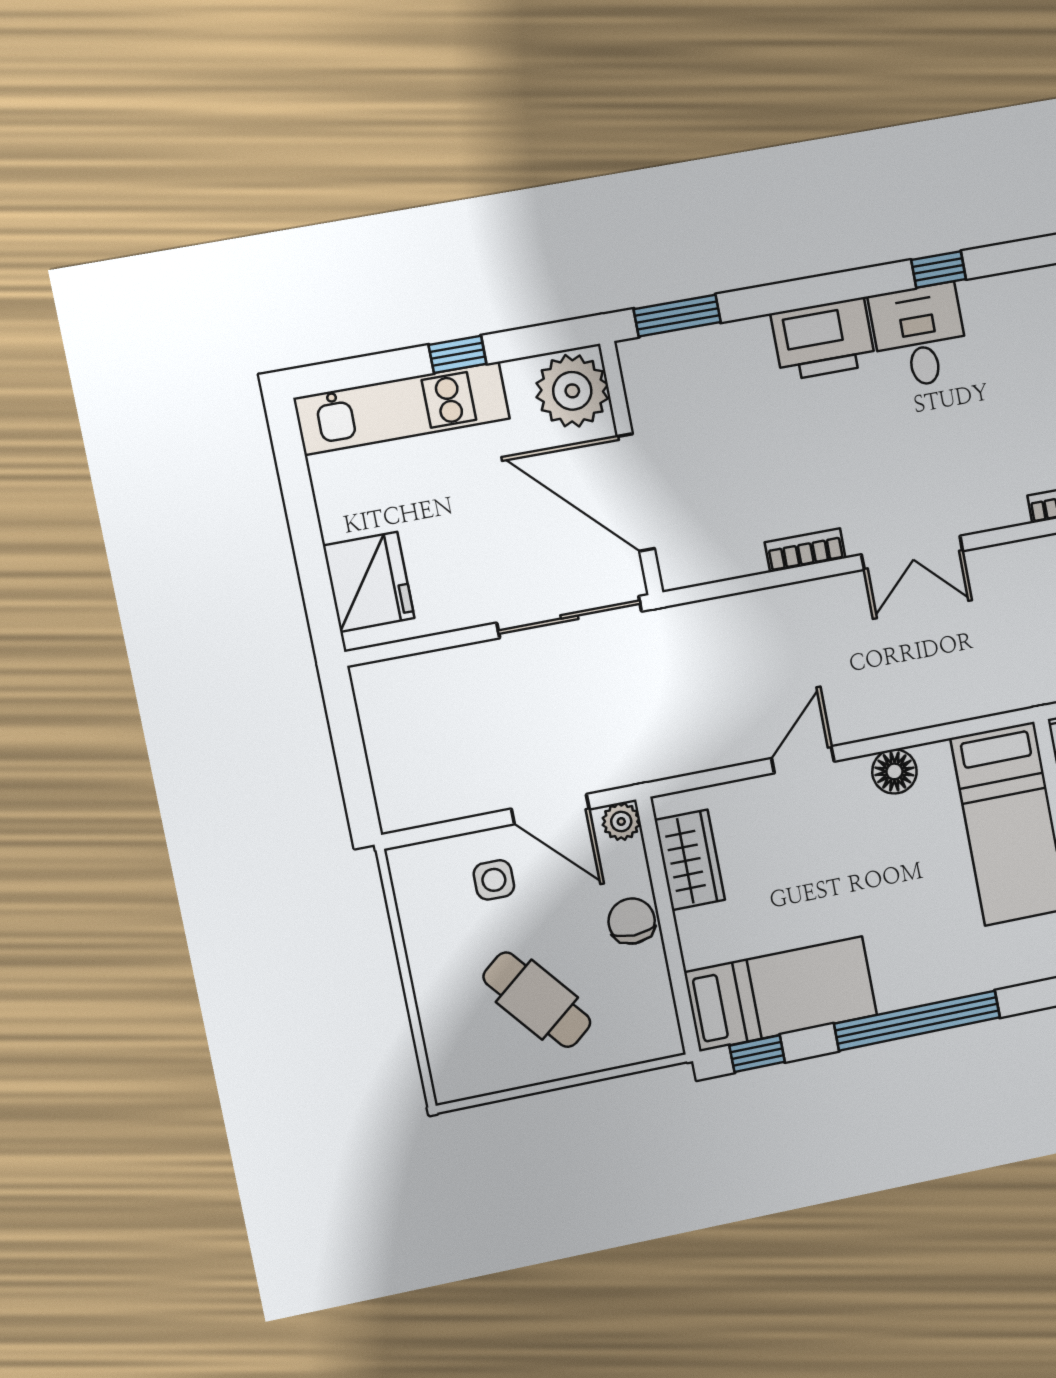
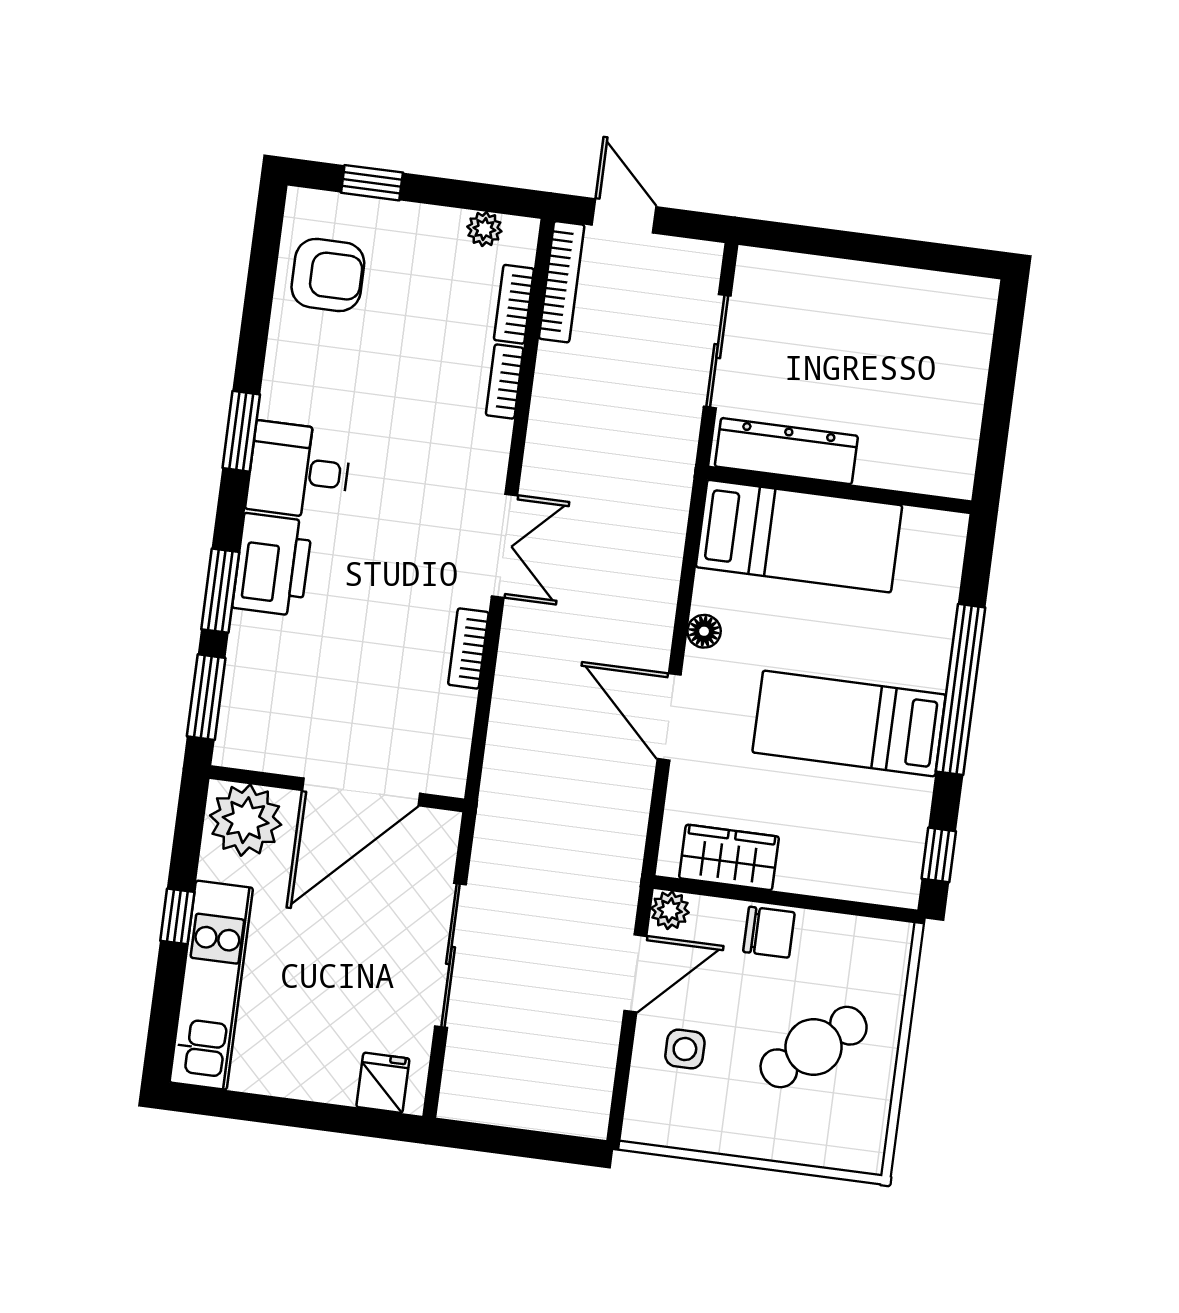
window: (939, 270) -> (241, 431), width x1.50
window: (782, 297) -> (220, 591), added
fridge: (369, 582) -> (383, 1083), width x0.53, depth x0.75
sliding door: (569, 617) -> (451, 955), moved
door: (803, 760) -> (669, 717), width x1.38
floor lamp: (894, 771) -> (704, 631), width x0.73, depth x0.73
chair: (632, 921) -> (769, 932), turned 180
bed: (781, 994) -> (849, 723), moved, turned -90

